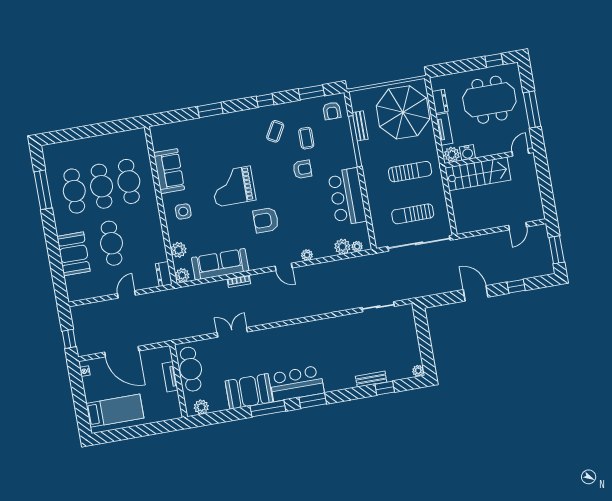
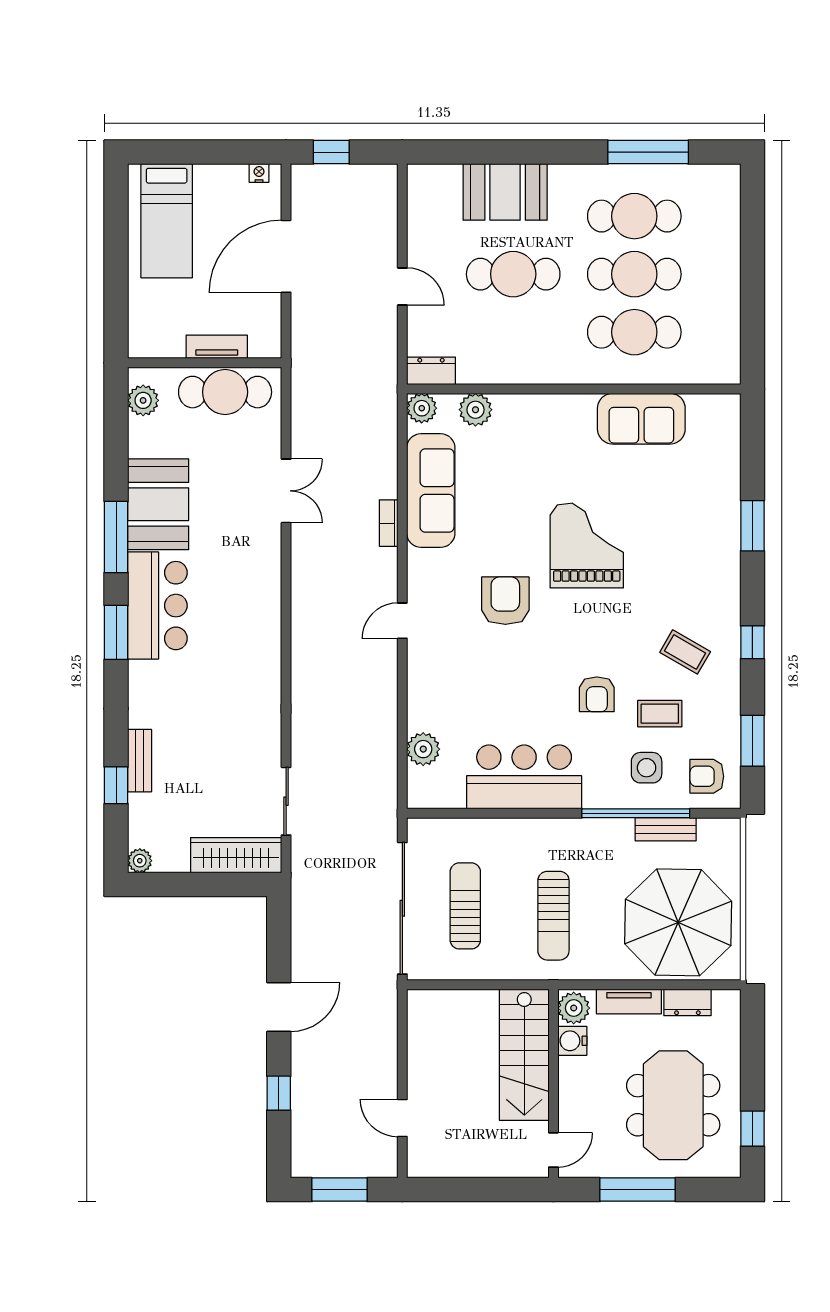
door: (520, 152) -> (553, 1150), hinge flipped
side table: (183, 211) -> (647, 768), moved
plant: (357, 246) -> (418, 779), removed
plant: (307, 255) -> (418, 673), removed
wardrobe: (408, 326) -> (236, 855), added

